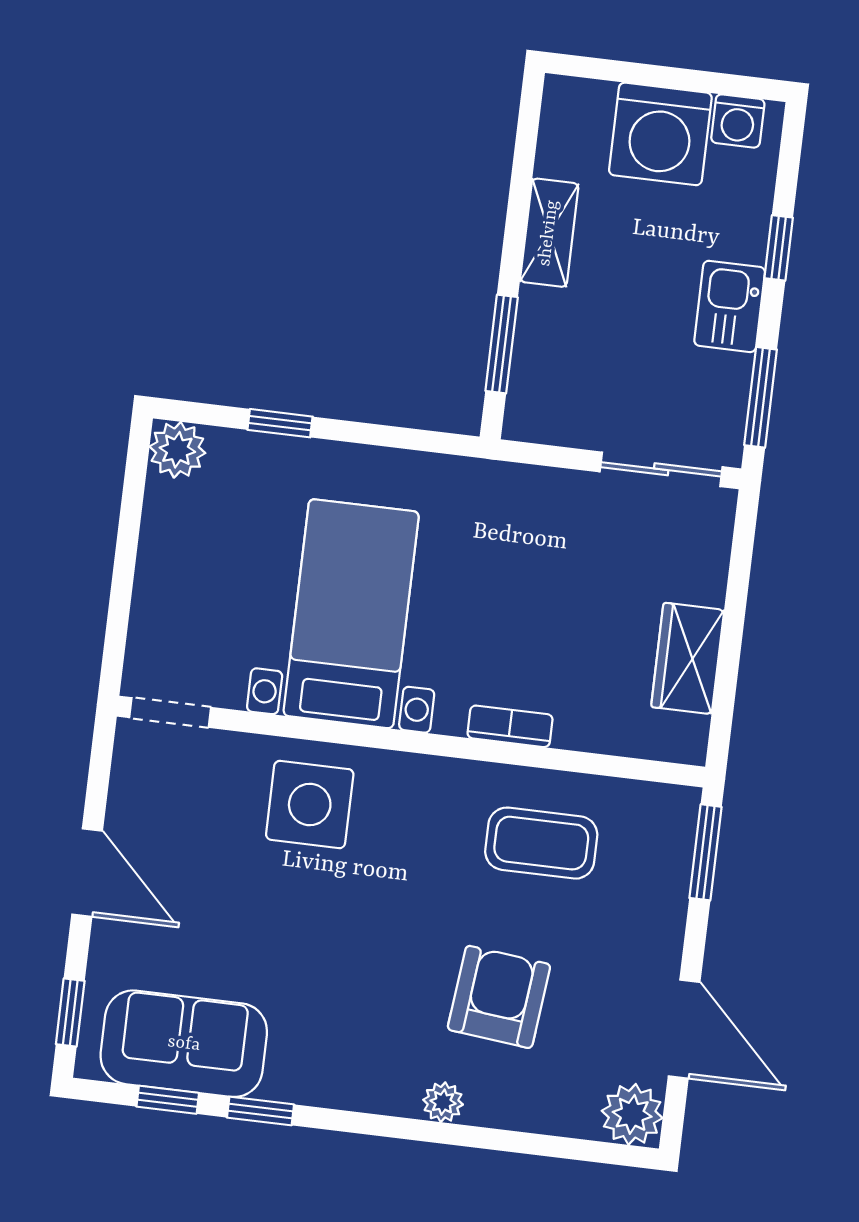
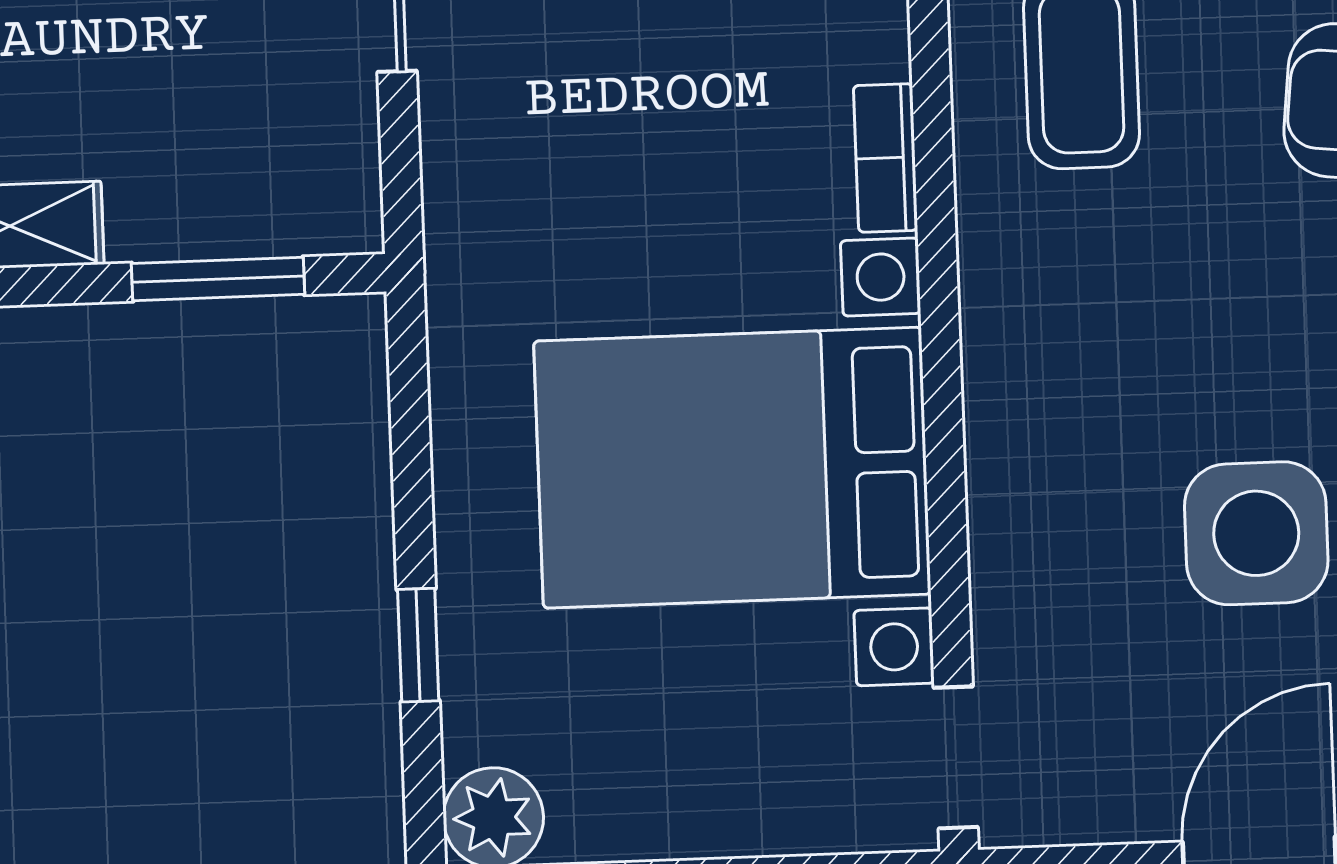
bed with nightstands: (351, 614) -> (732, 468), width x1.36
side table: (310, 804) -> (1256, 533), moved

